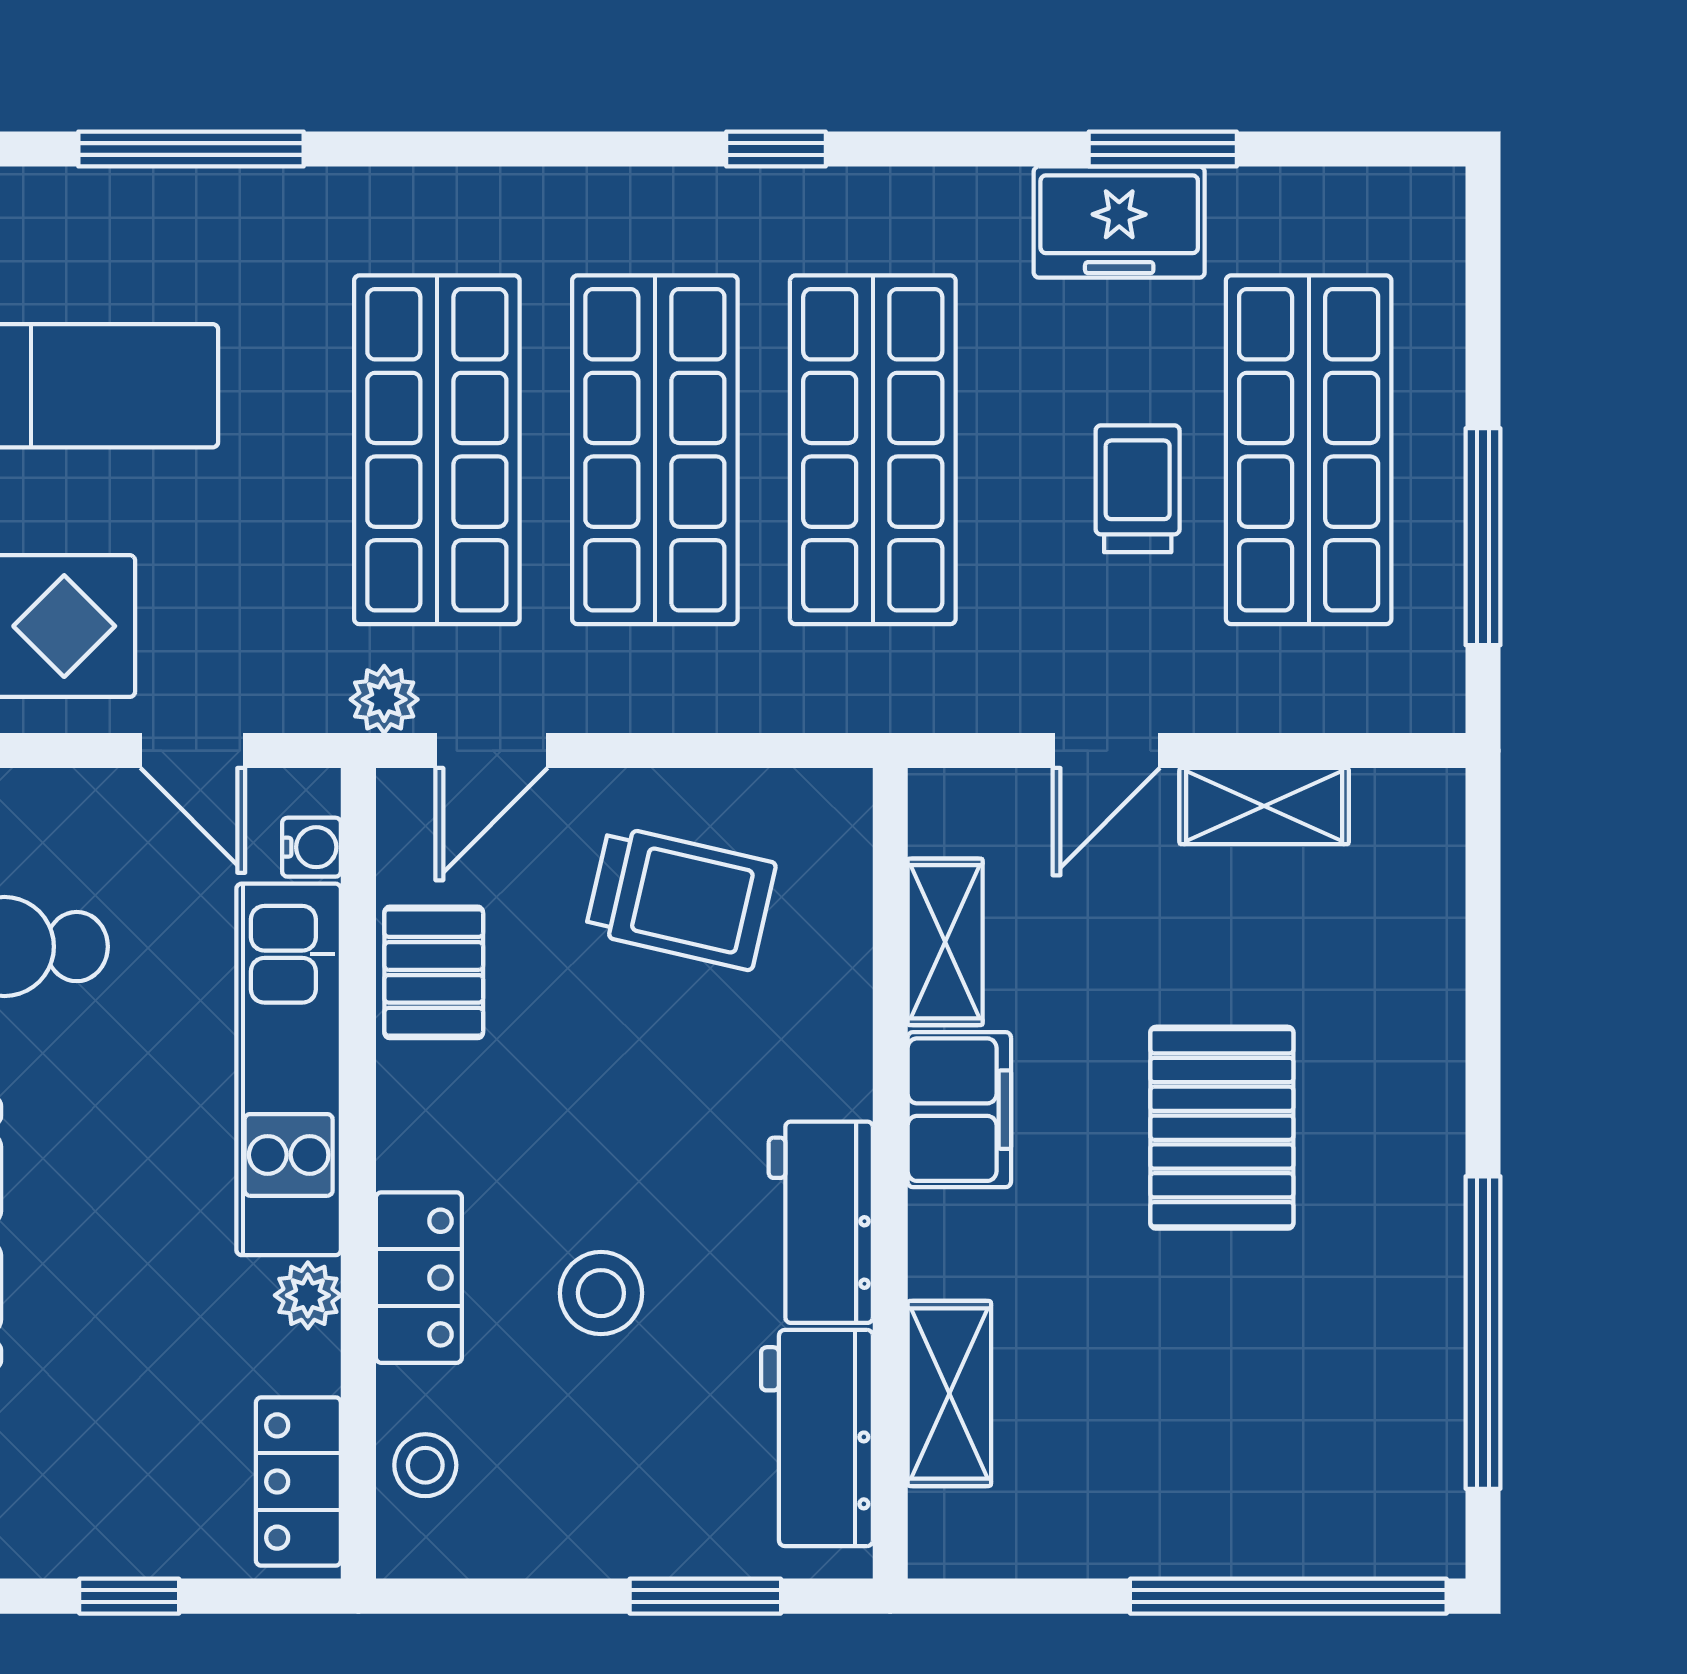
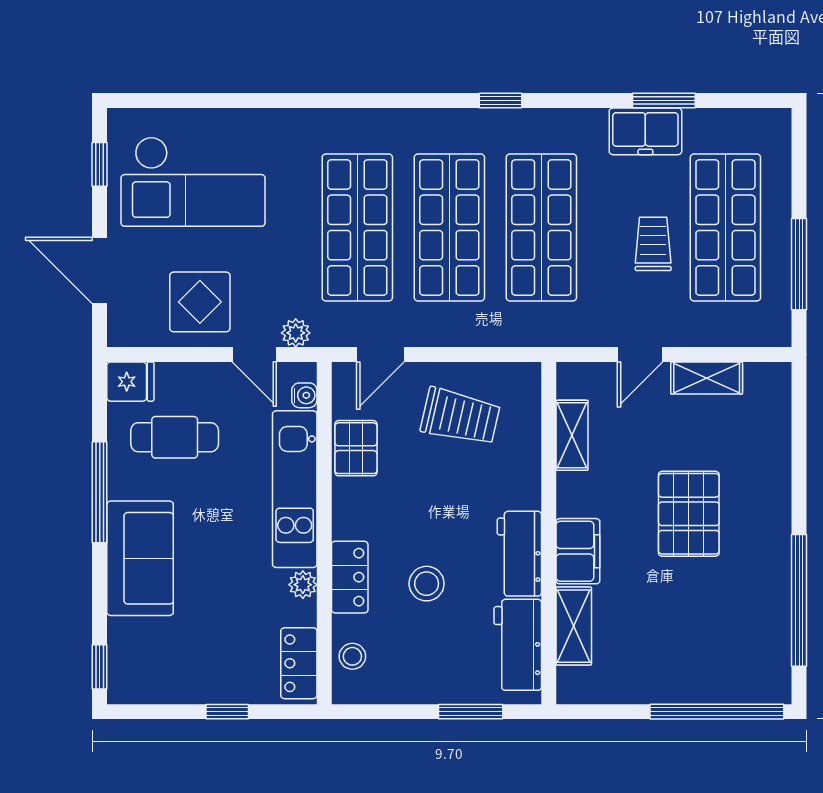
window: (191, 149) -> (253, 100), removed
plant: (384, 699) -> (296, 333), moved
filing cabinet: (959, 1110) -> (578, 551), moved

